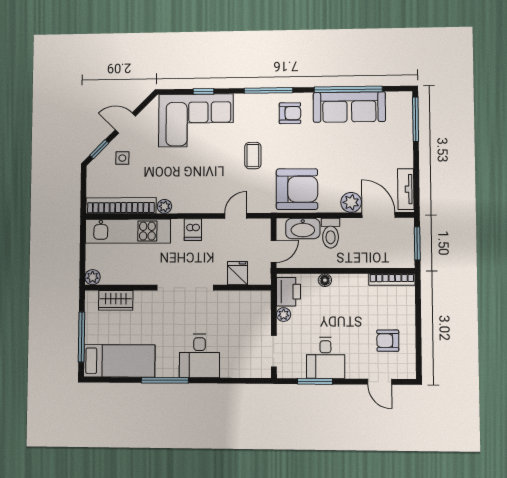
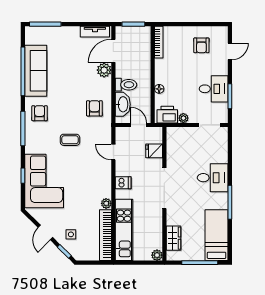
armchair: (297, 189) -> (94, 108), width x0.53, depth x0.53

